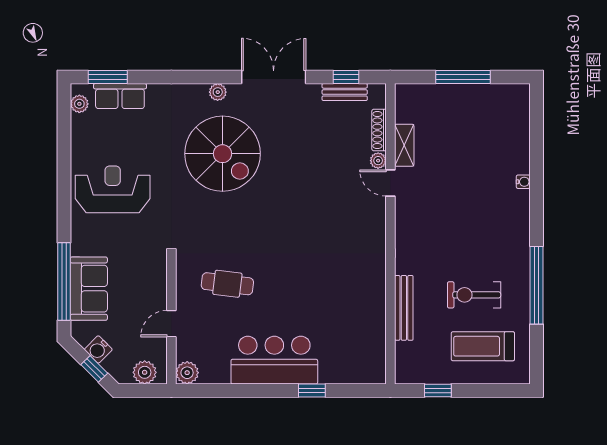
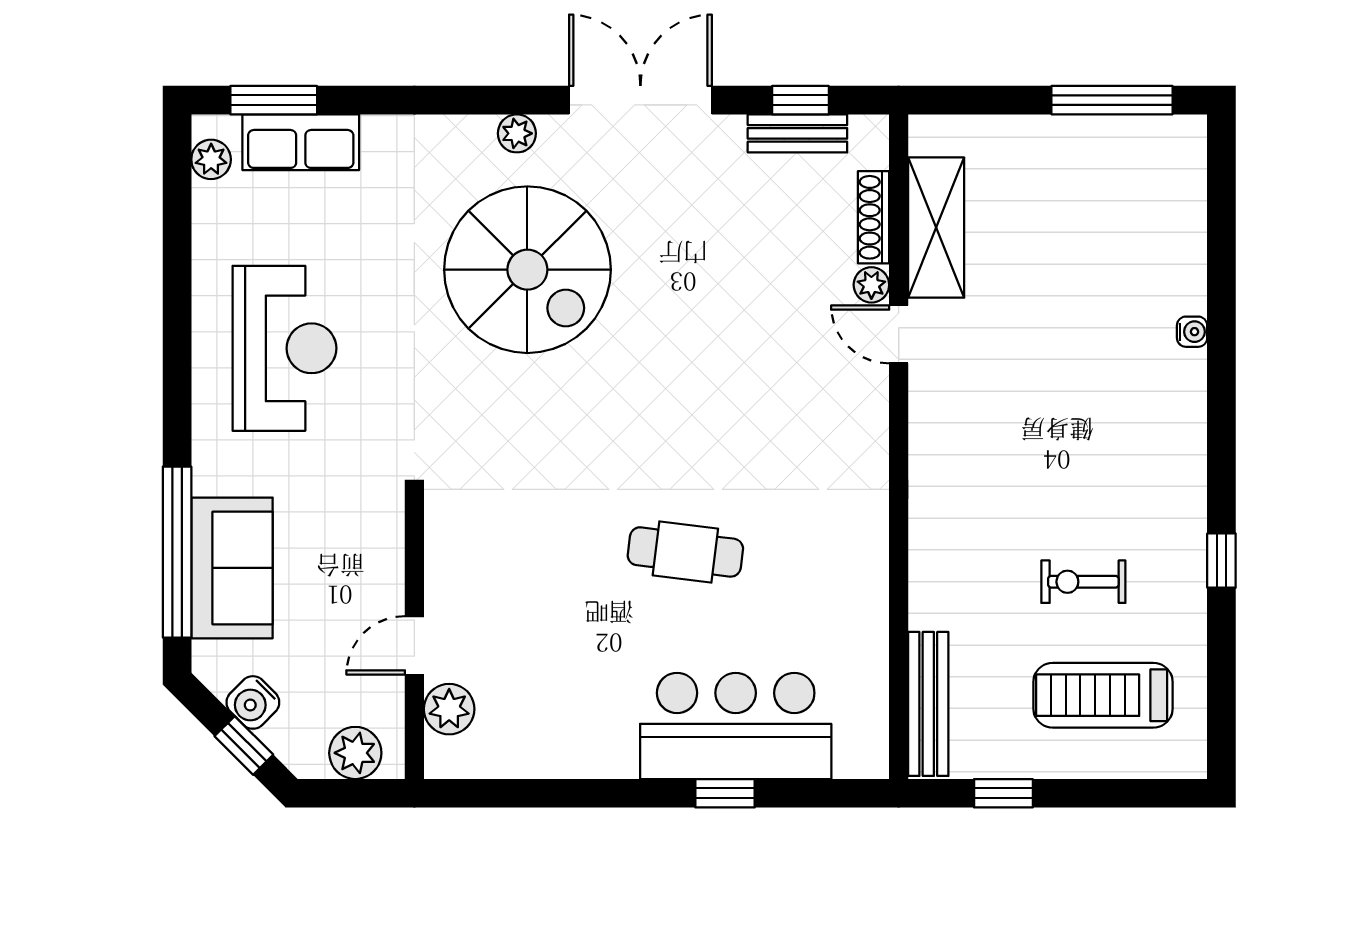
window: (463, 77) -> (1112, 100), moved
shelving: (404, 145) -> (936, 228), width x1.50, depth x1.33
reception desk: (113, 189) -> (285, 348), turned 90
cafe table: (227, 284) -> (685, 552), moved
window: (536, 285) -> (1221, 561), width x0.32
exercise bike: (474, 295) -> (1083, 582), width x0.73, depth x0.72
bench: (404, 308) -> (928, 704), moved
bar counter: (274, 360) -> (736, 726), moved
plant: (187, 373) -> (449, 709), moved

